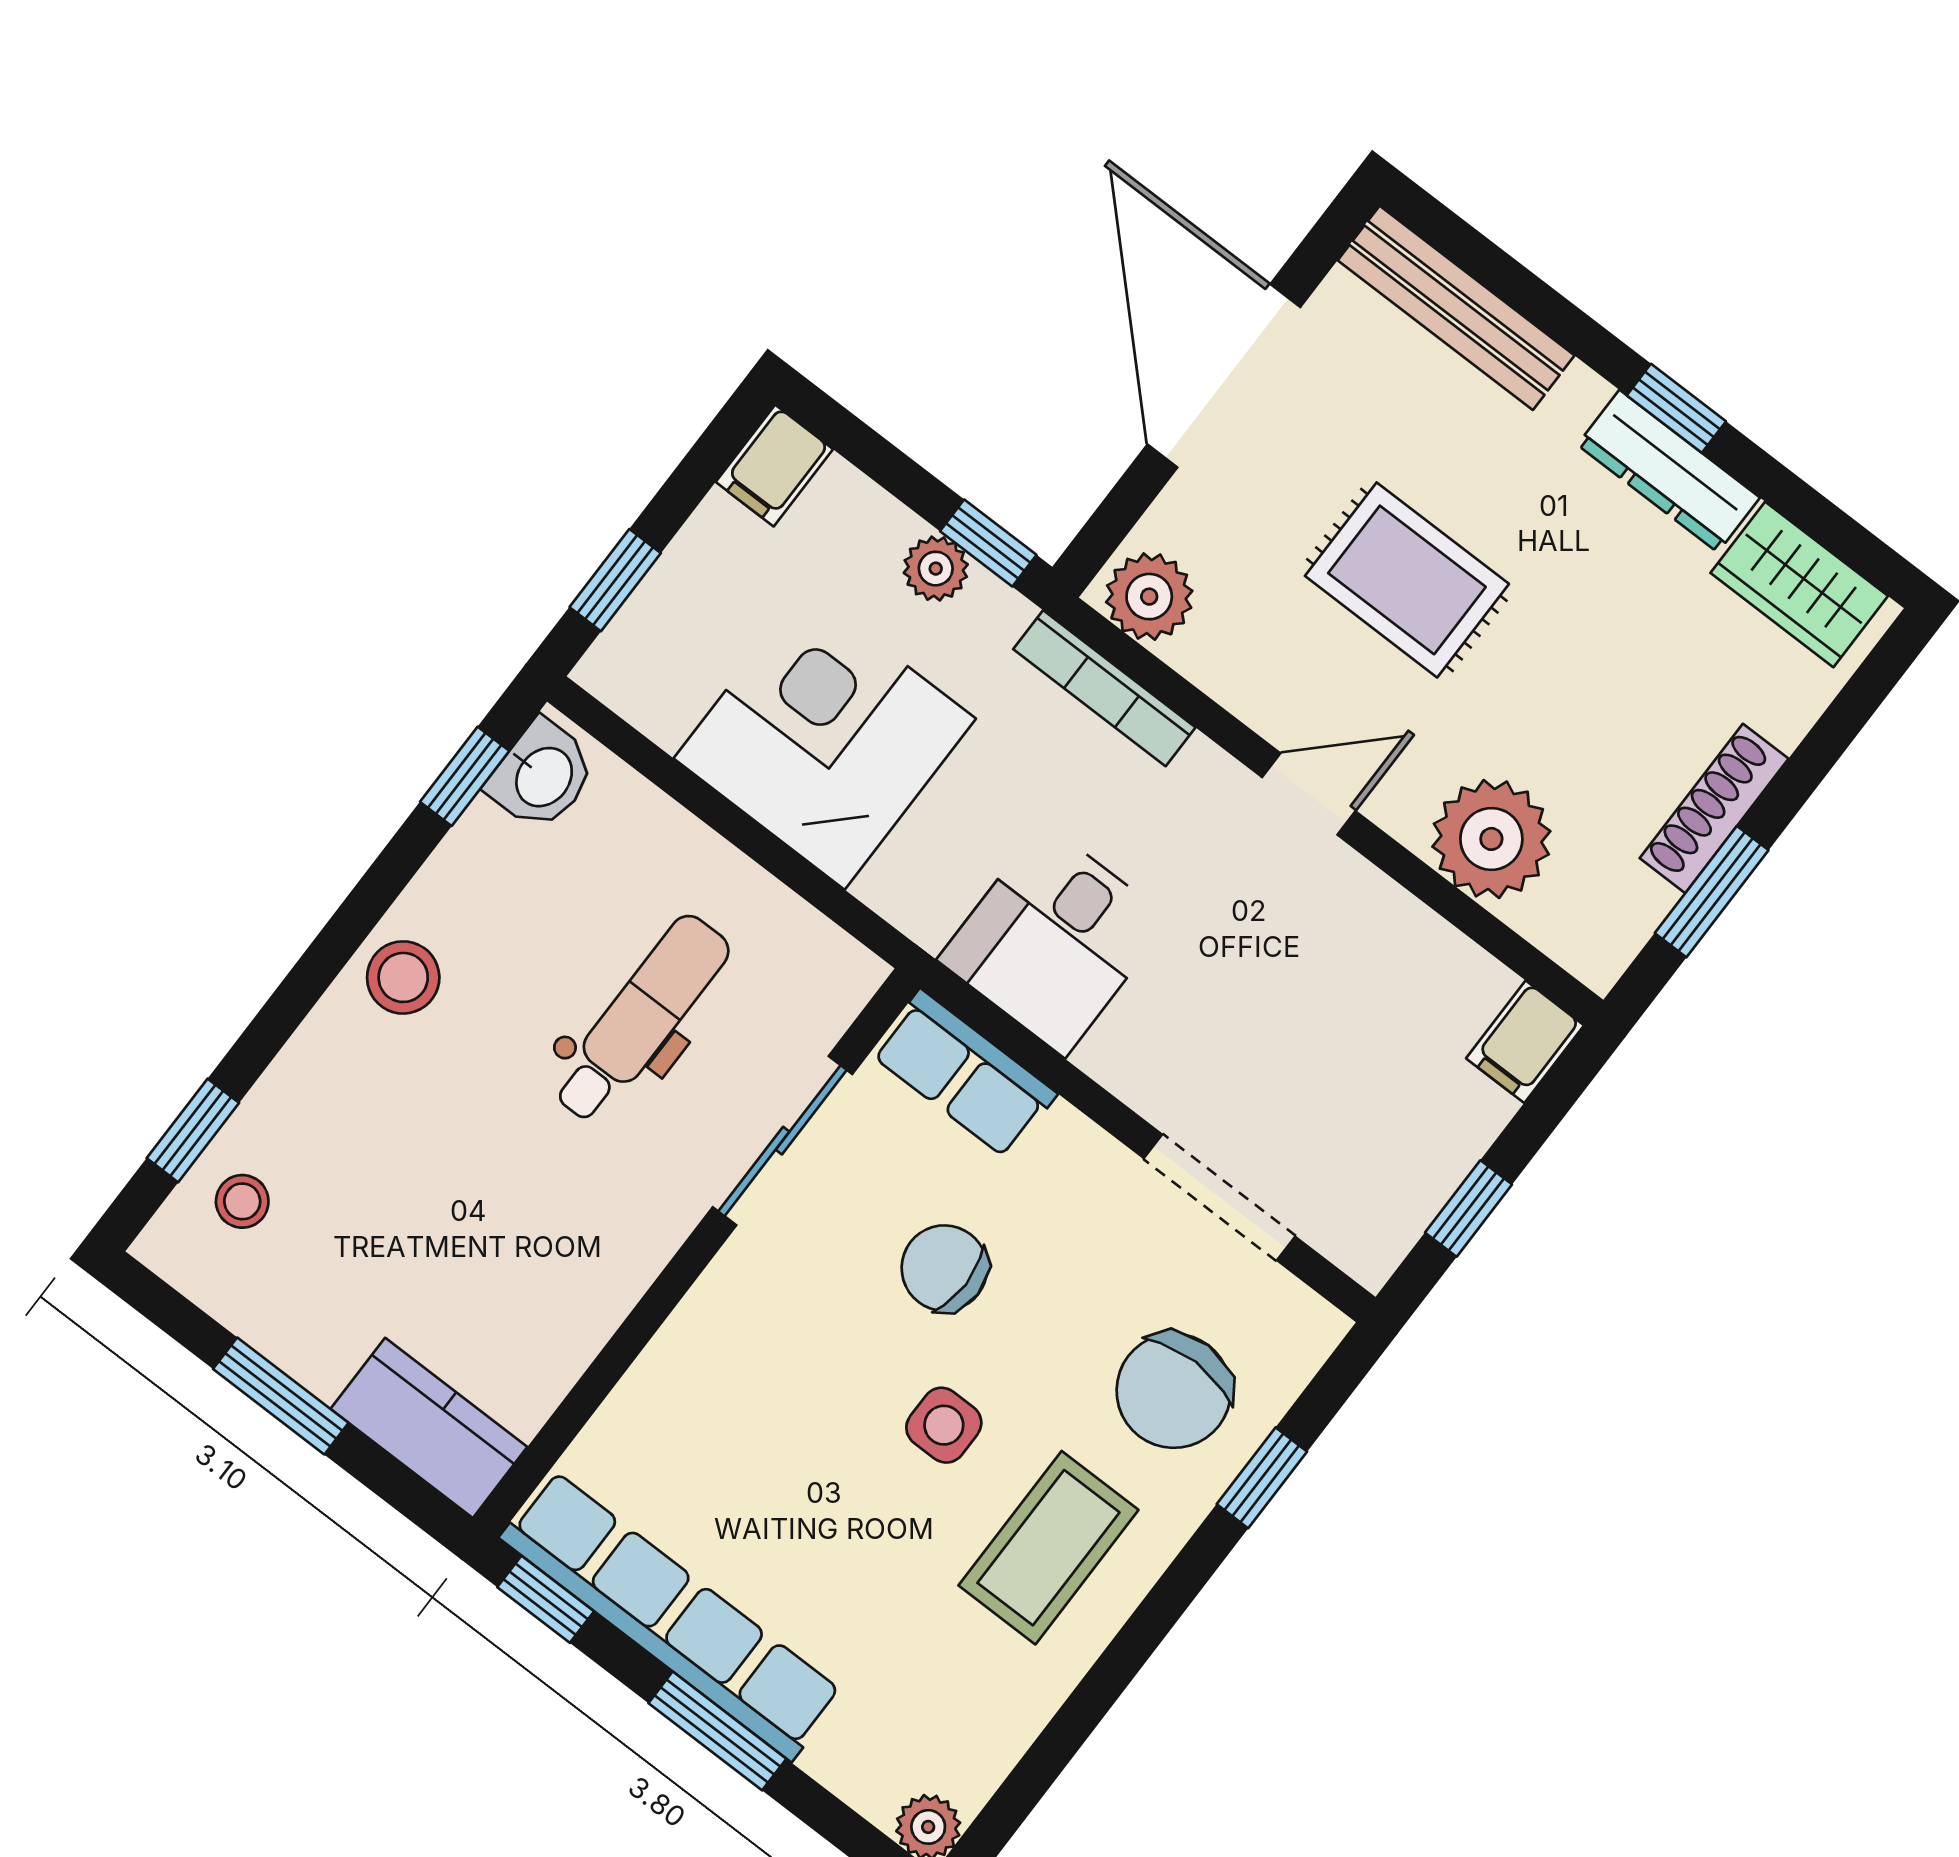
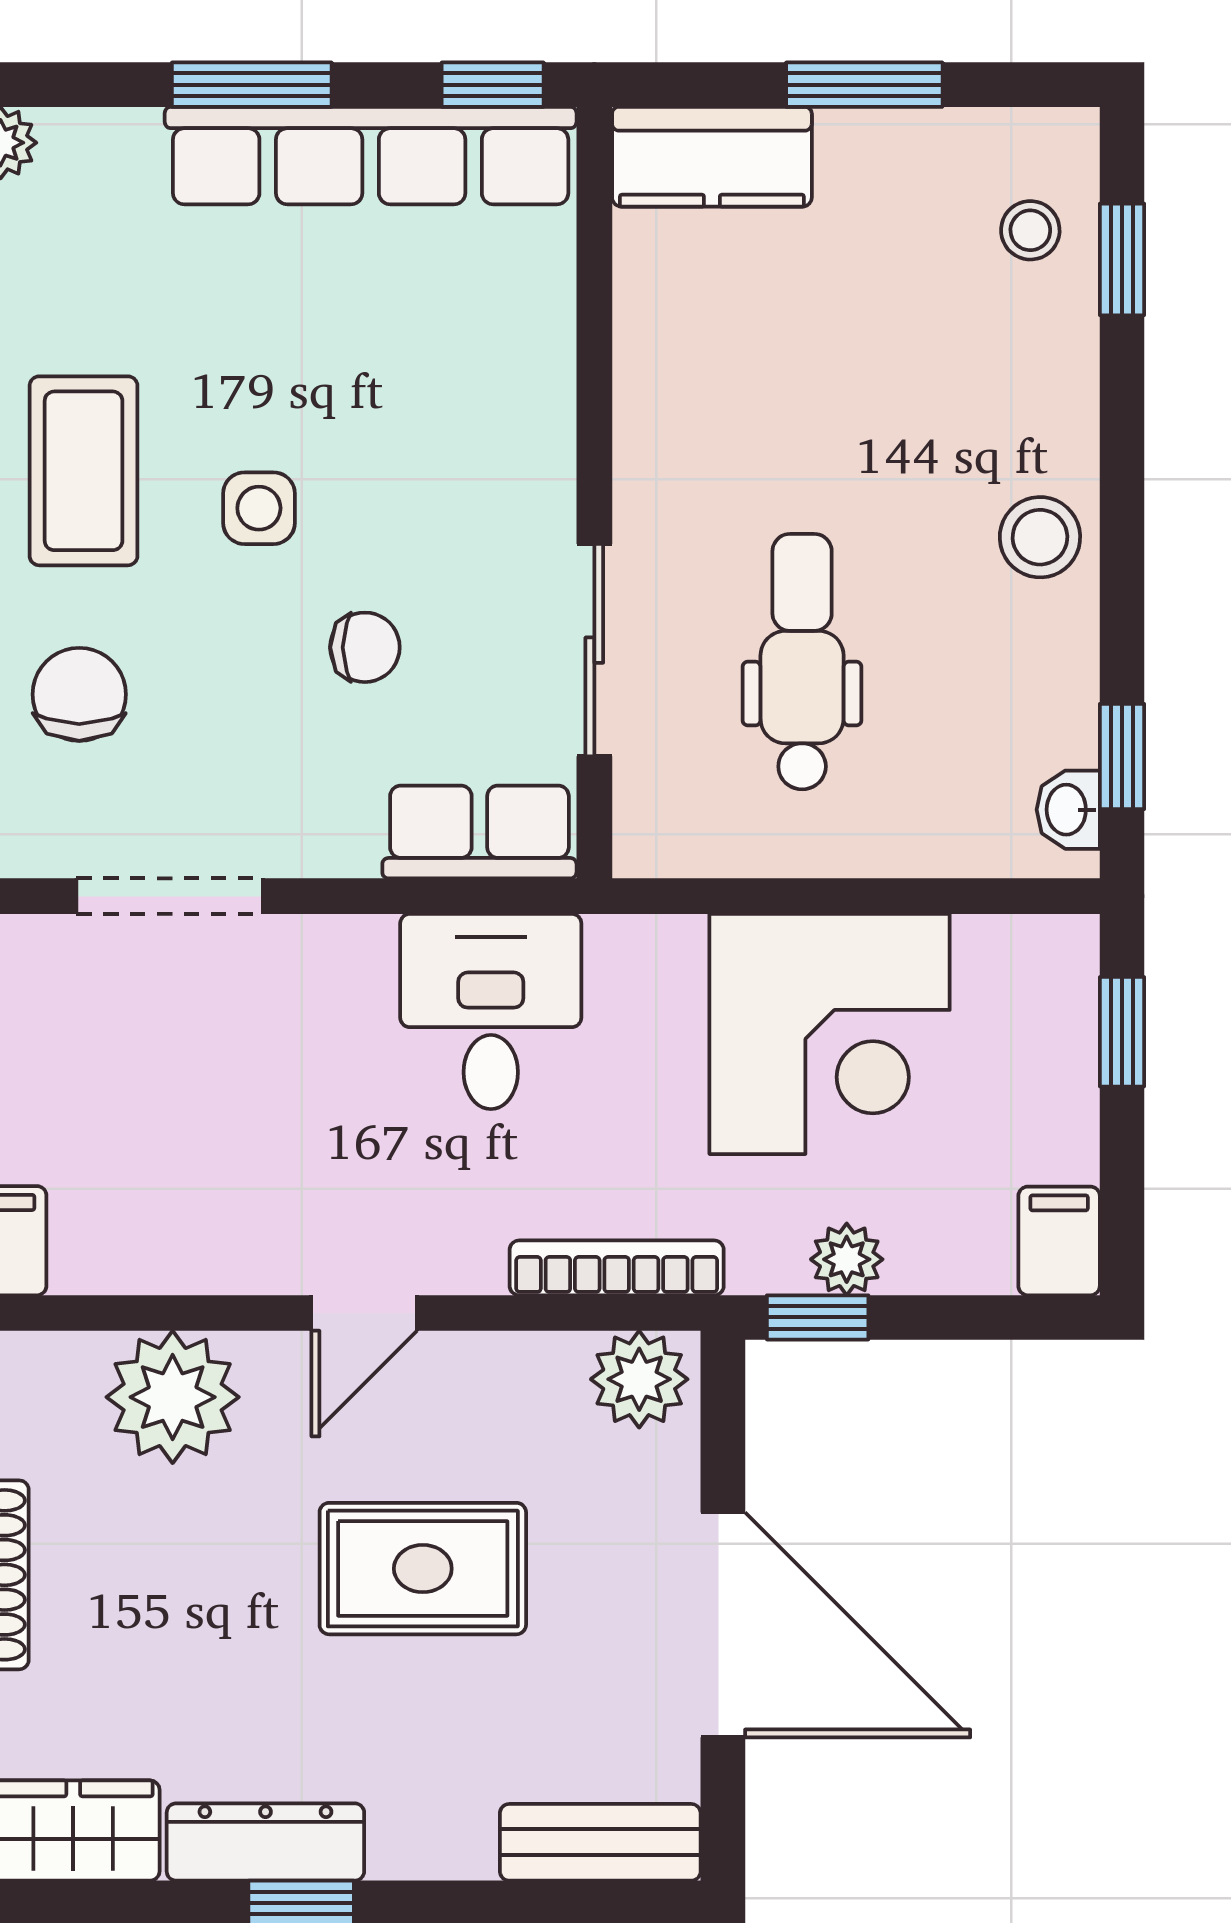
bench: (1456, 308) -> (600, 1842), width x0.73
washbasin: (542, 776) -> (1068, 810), width x0.72, depth x0.69
dental chair: (641, 1019) -> (802, 662), turned 180
chair: (944, 1268) -> (365, 647), width x0.73, depth x0.73
chair: (1174, 1391) -> (79, 694), width x0.73, depth x0.73

